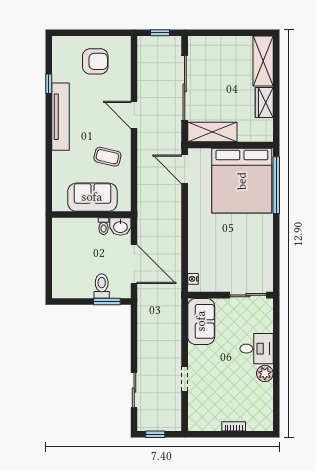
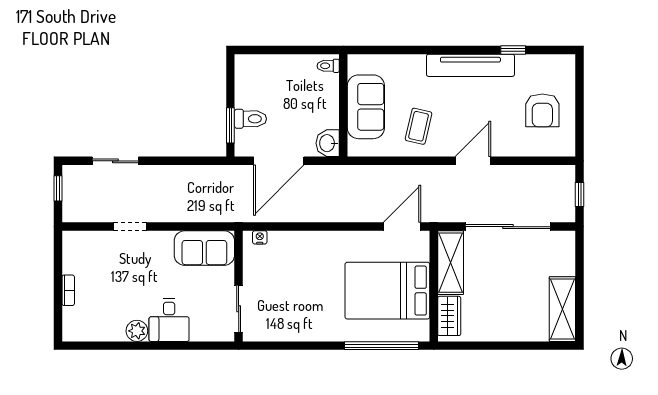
shelving: (263, 61) -> (562, 309), moved, turned 90
wardrobe: (264, 102) -> (449, 316), moved, turned 90
bed: (242, 181) -> (387, 291), width x0.73
toilet: (104, 226) -> (328, 66), moved

